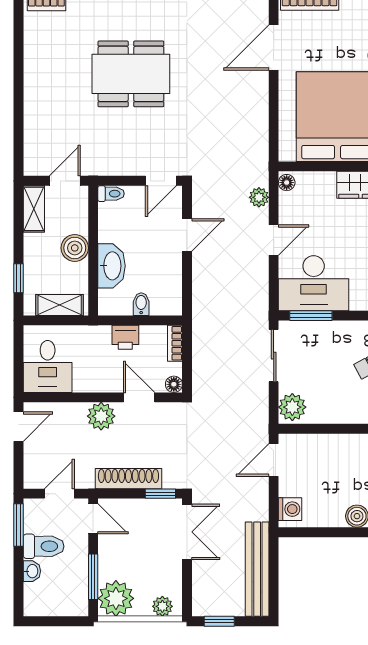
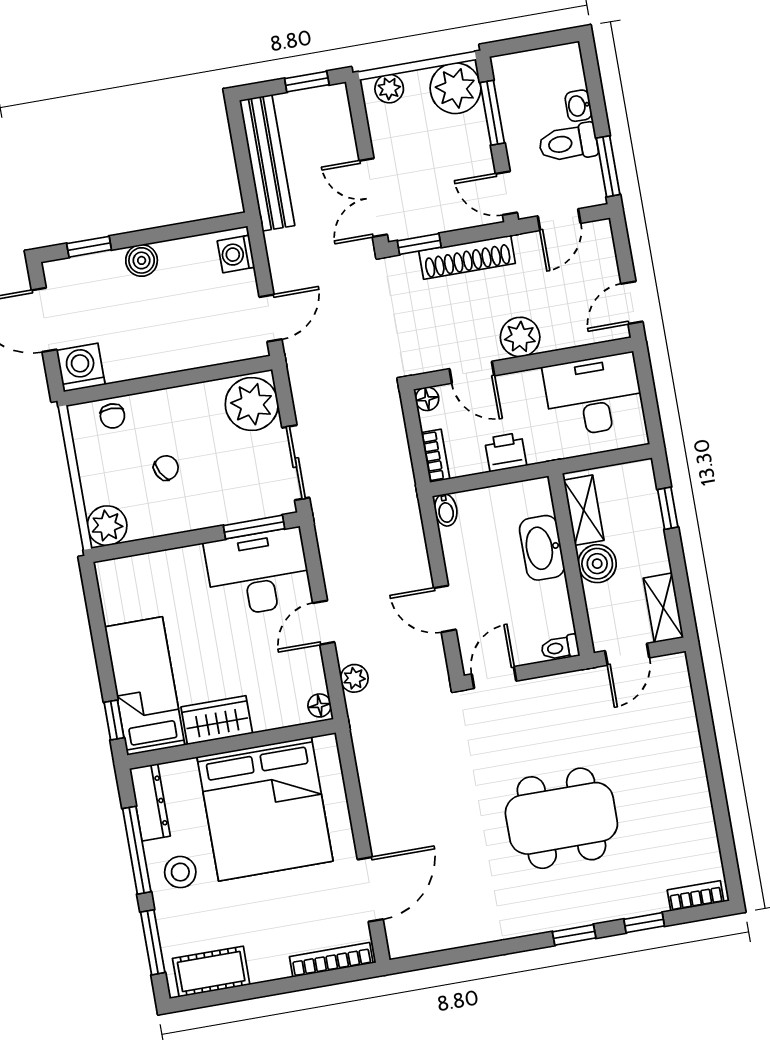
door: (187, 235) -> (445, 609), hinge flipped
bidet: (141, 304) -> (446, 510), moved
shelving: (60, 305) -> (584, 510), moved, turned 90
desk: (48, 366) -> (594, 395), width x1.37
plant: (292, 407) -> (252, 404), width x1.36, depth x1.36

